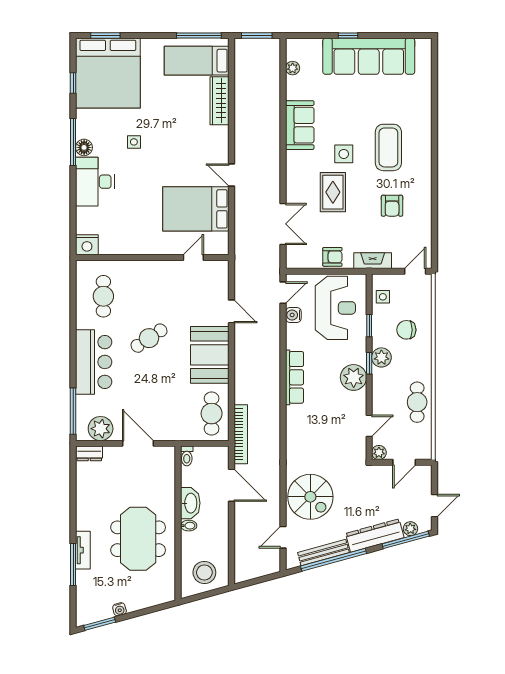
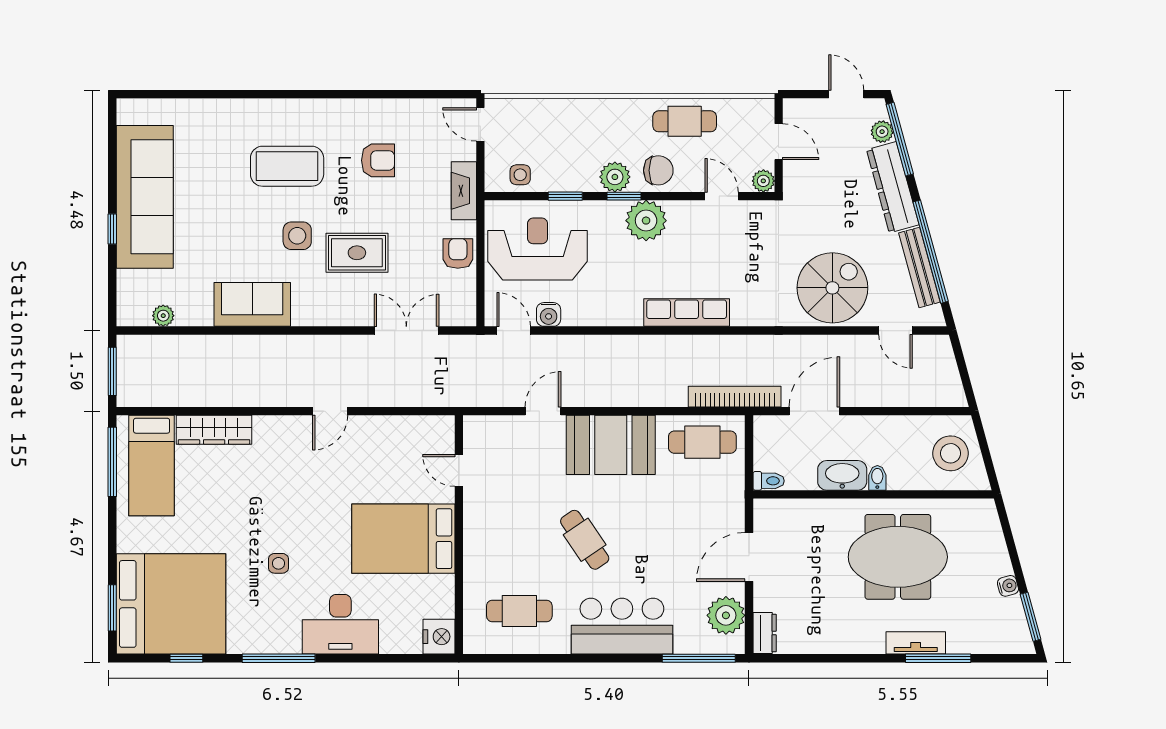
floor lamp: (84, 147) -> (287, 641), removed
bed: (196, 209) -> (403, 539), moved, turned 90
chair: (406, 330) -> (658, 170), moved, turned -90
row of seats: (295, 377) -> (687, 313), moved

